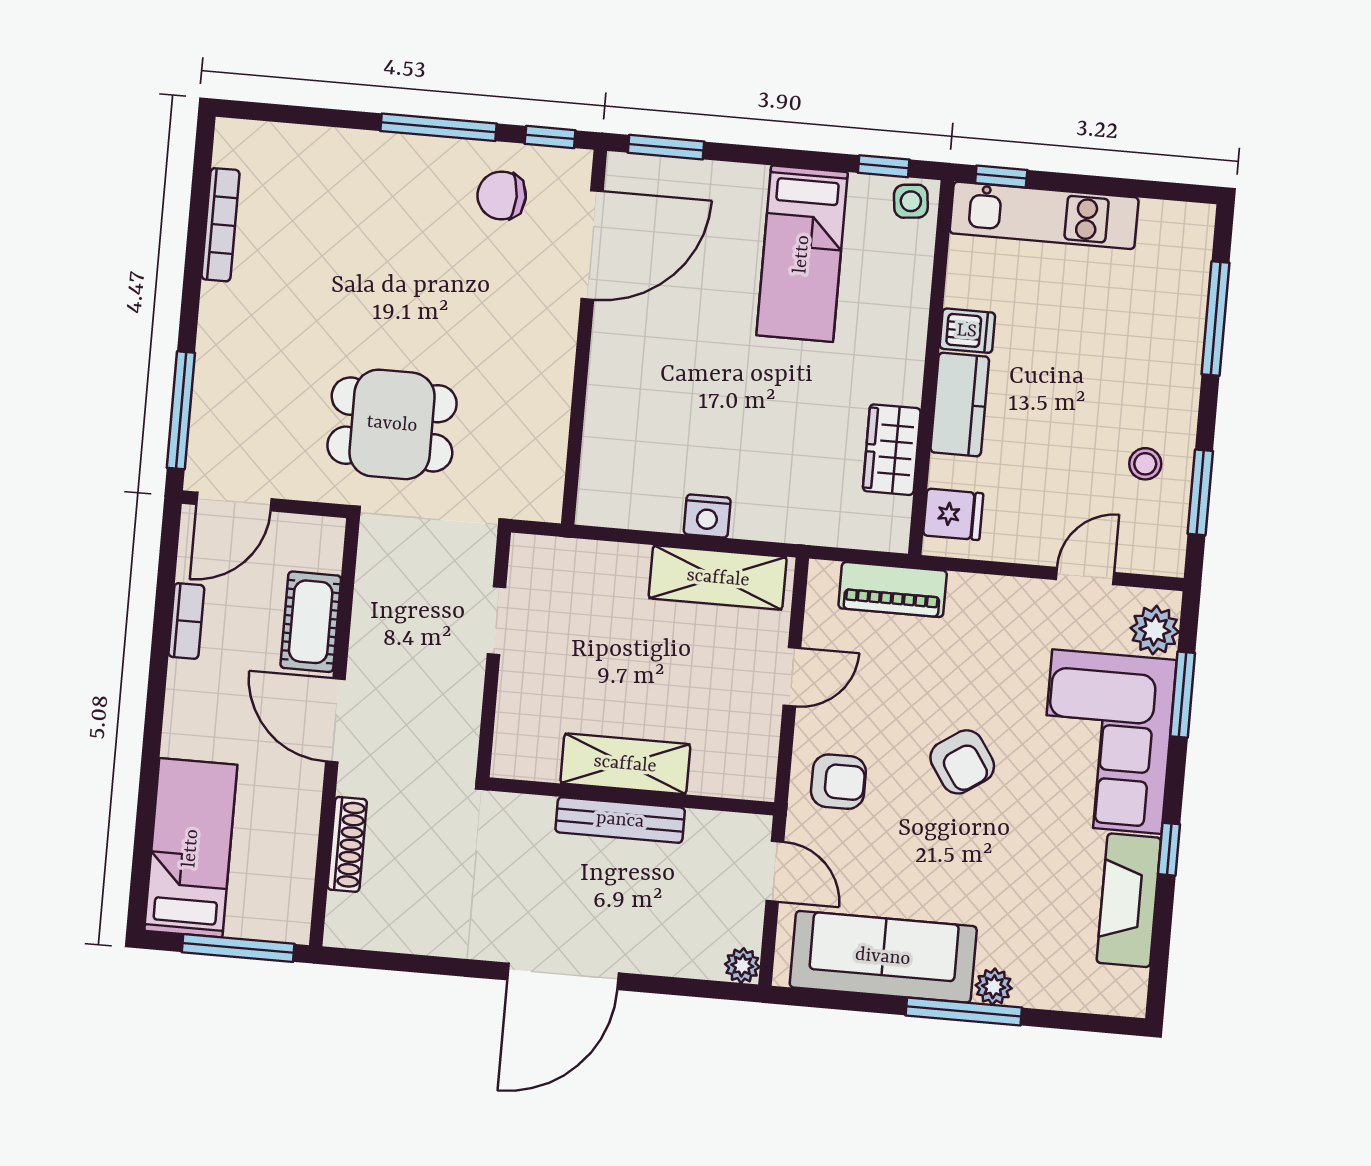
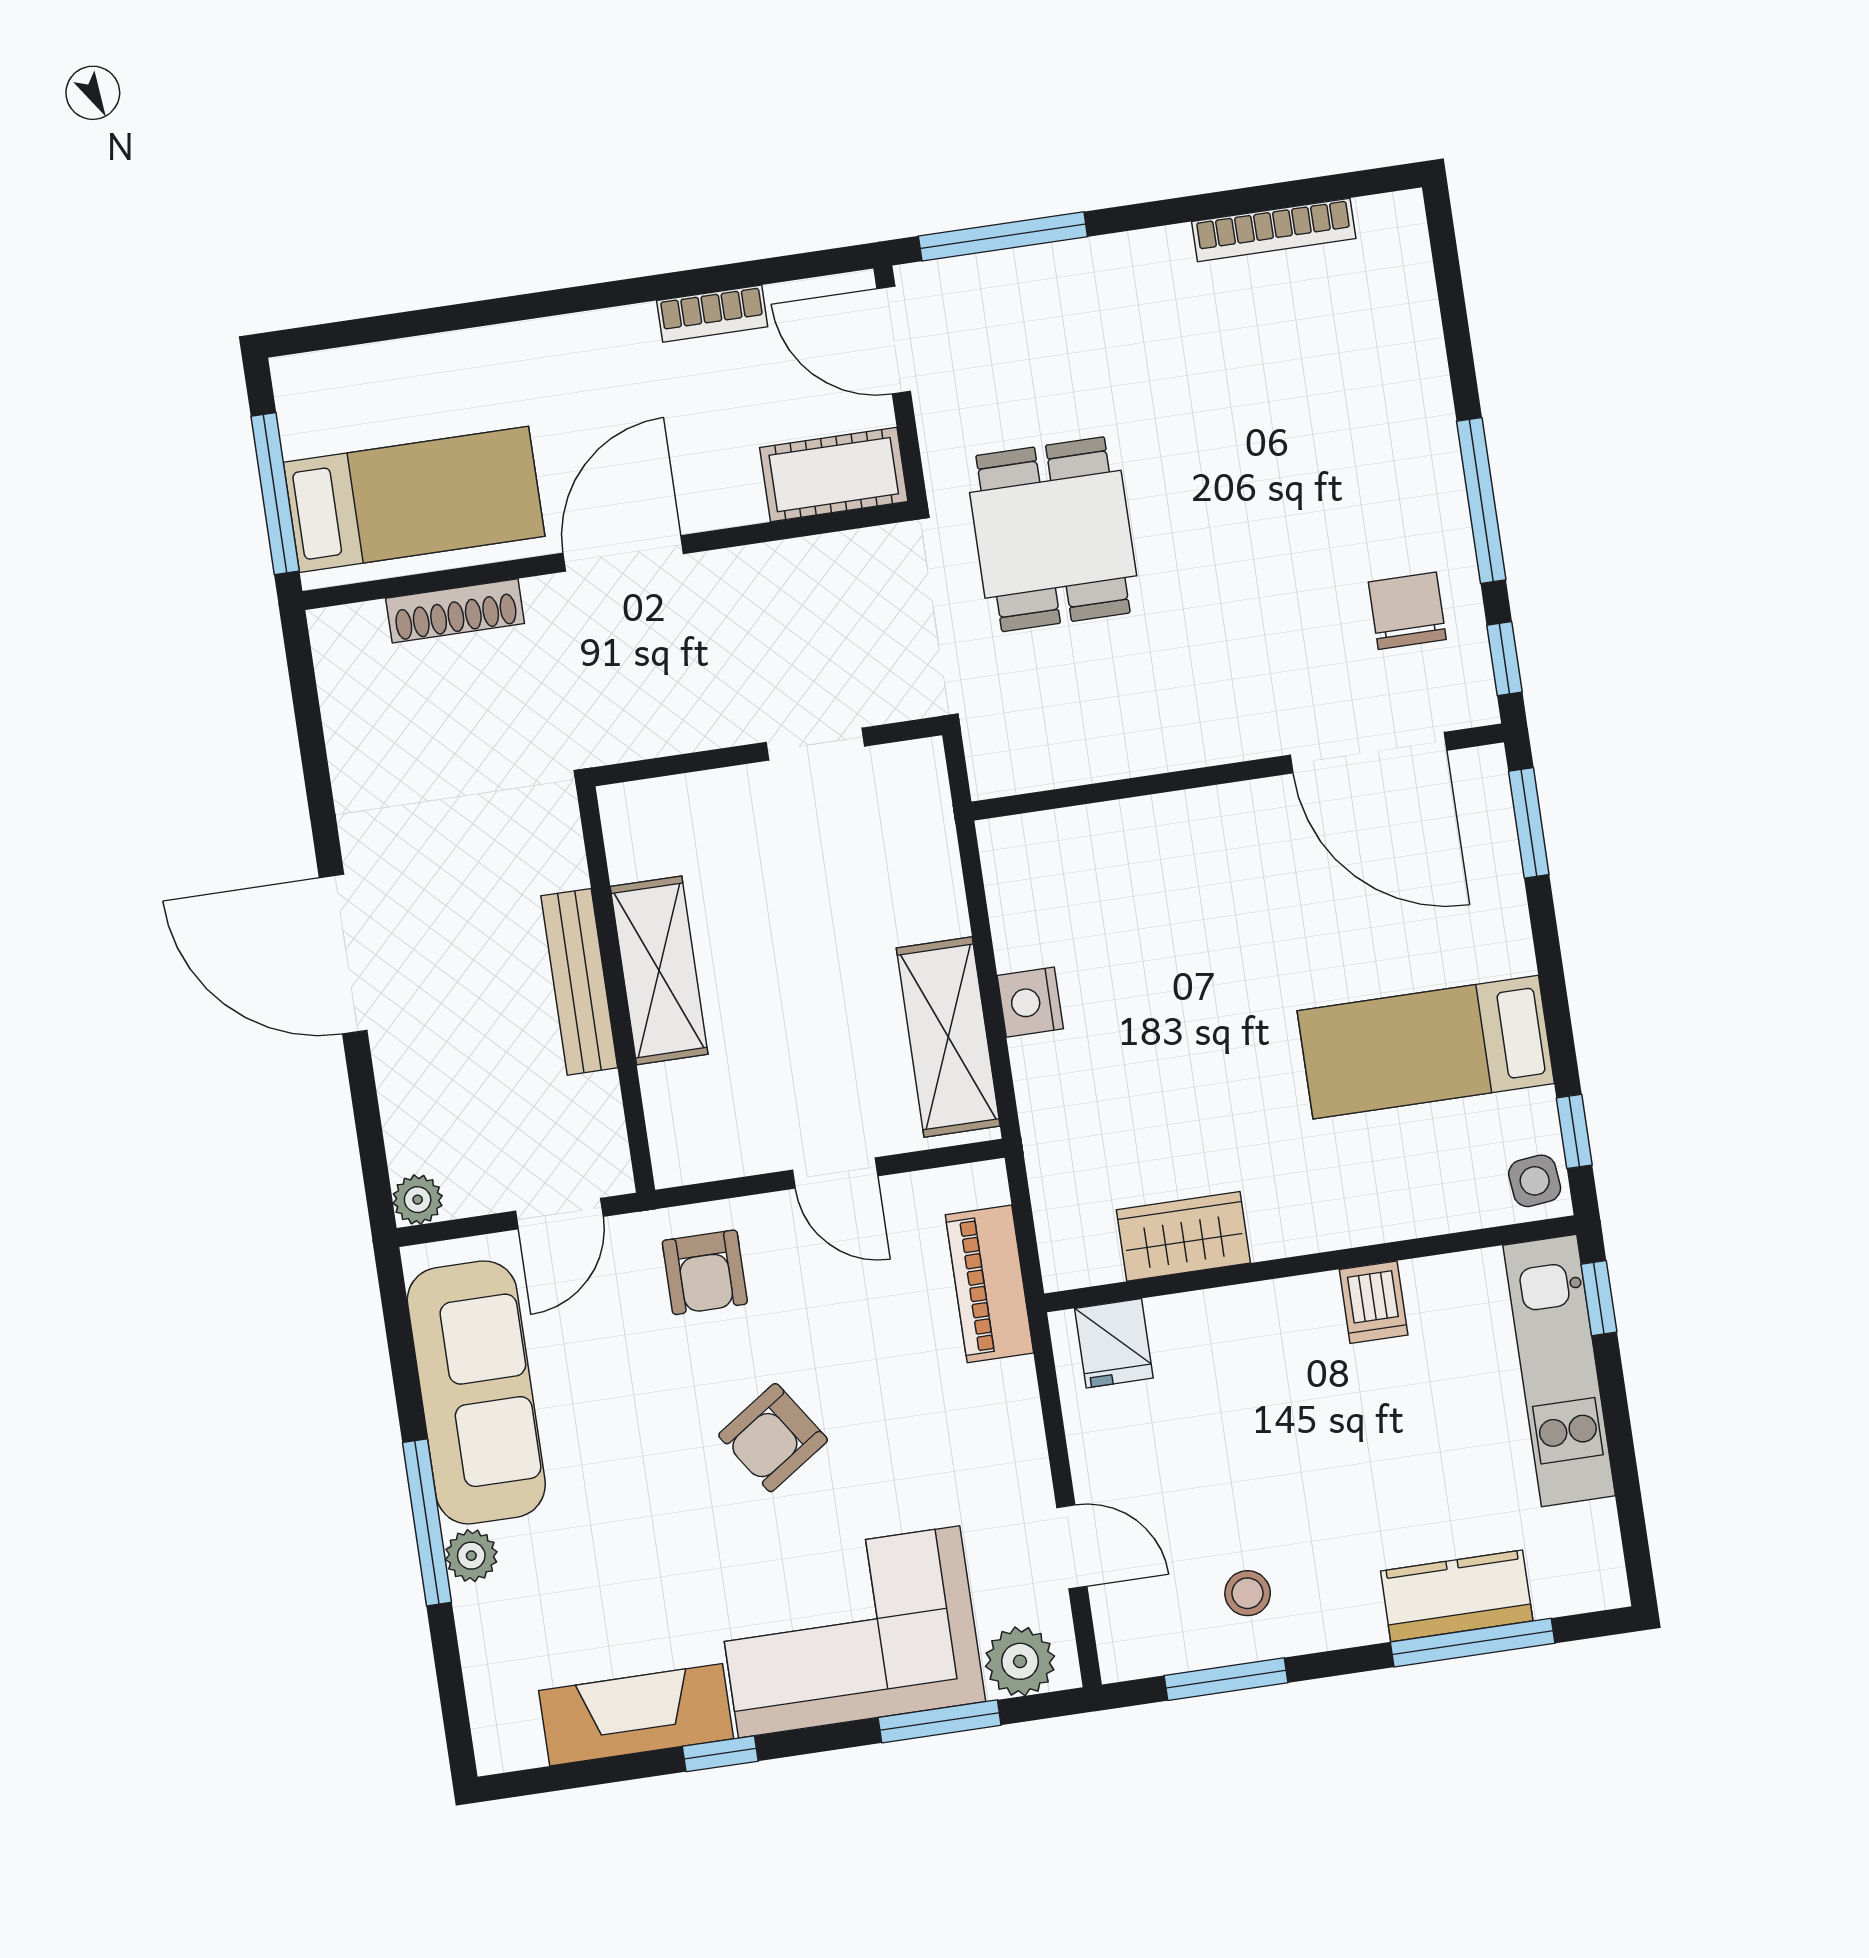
kitchen counter: (960, 405) -> (1457, 1596), moved, turned 180
cot: (311, 622) -> (834, 475), moved
bed: (191, 848) -> (414, 499), moved

